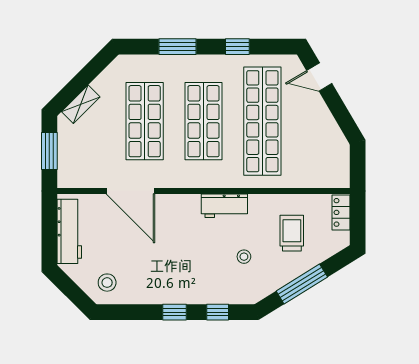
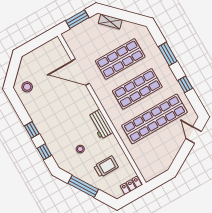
door: (130, 191) -> (81, 72), hinge flipped
workbench: (69, 231) -> (42, 53), removed

